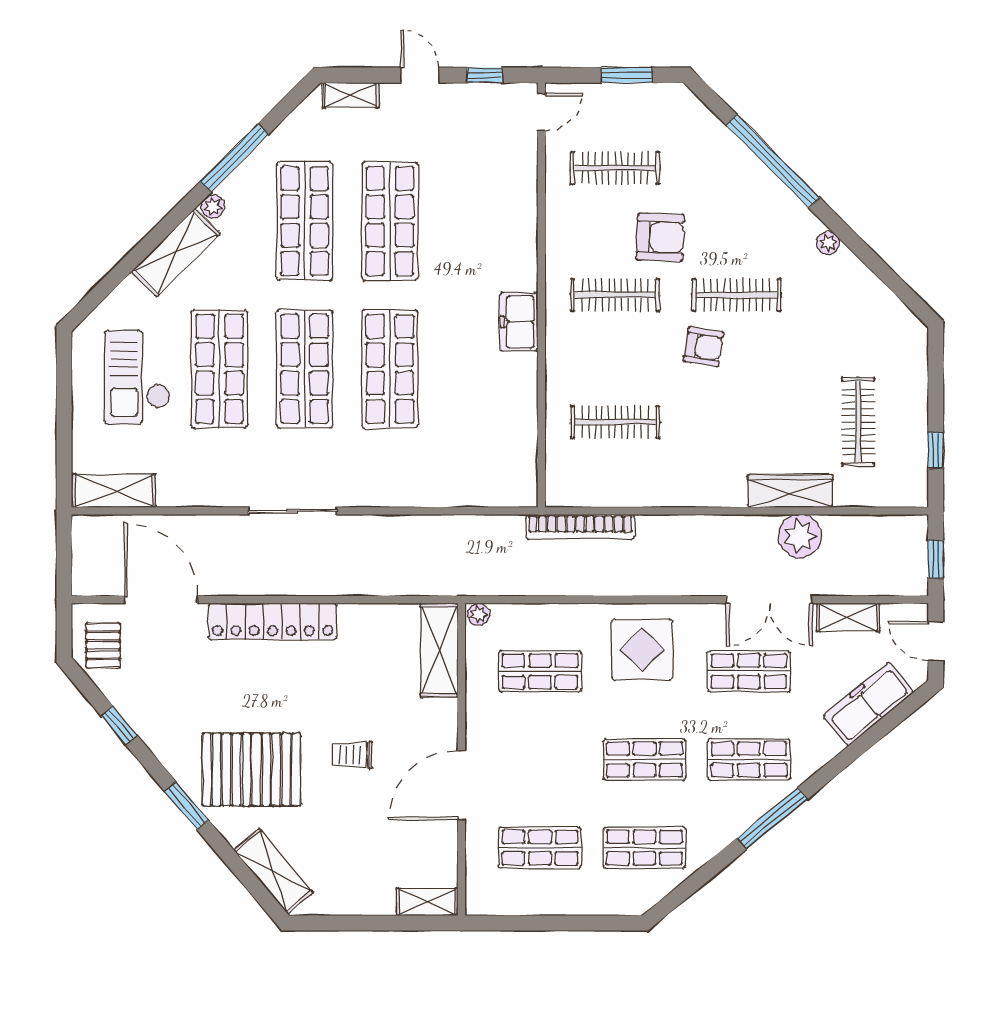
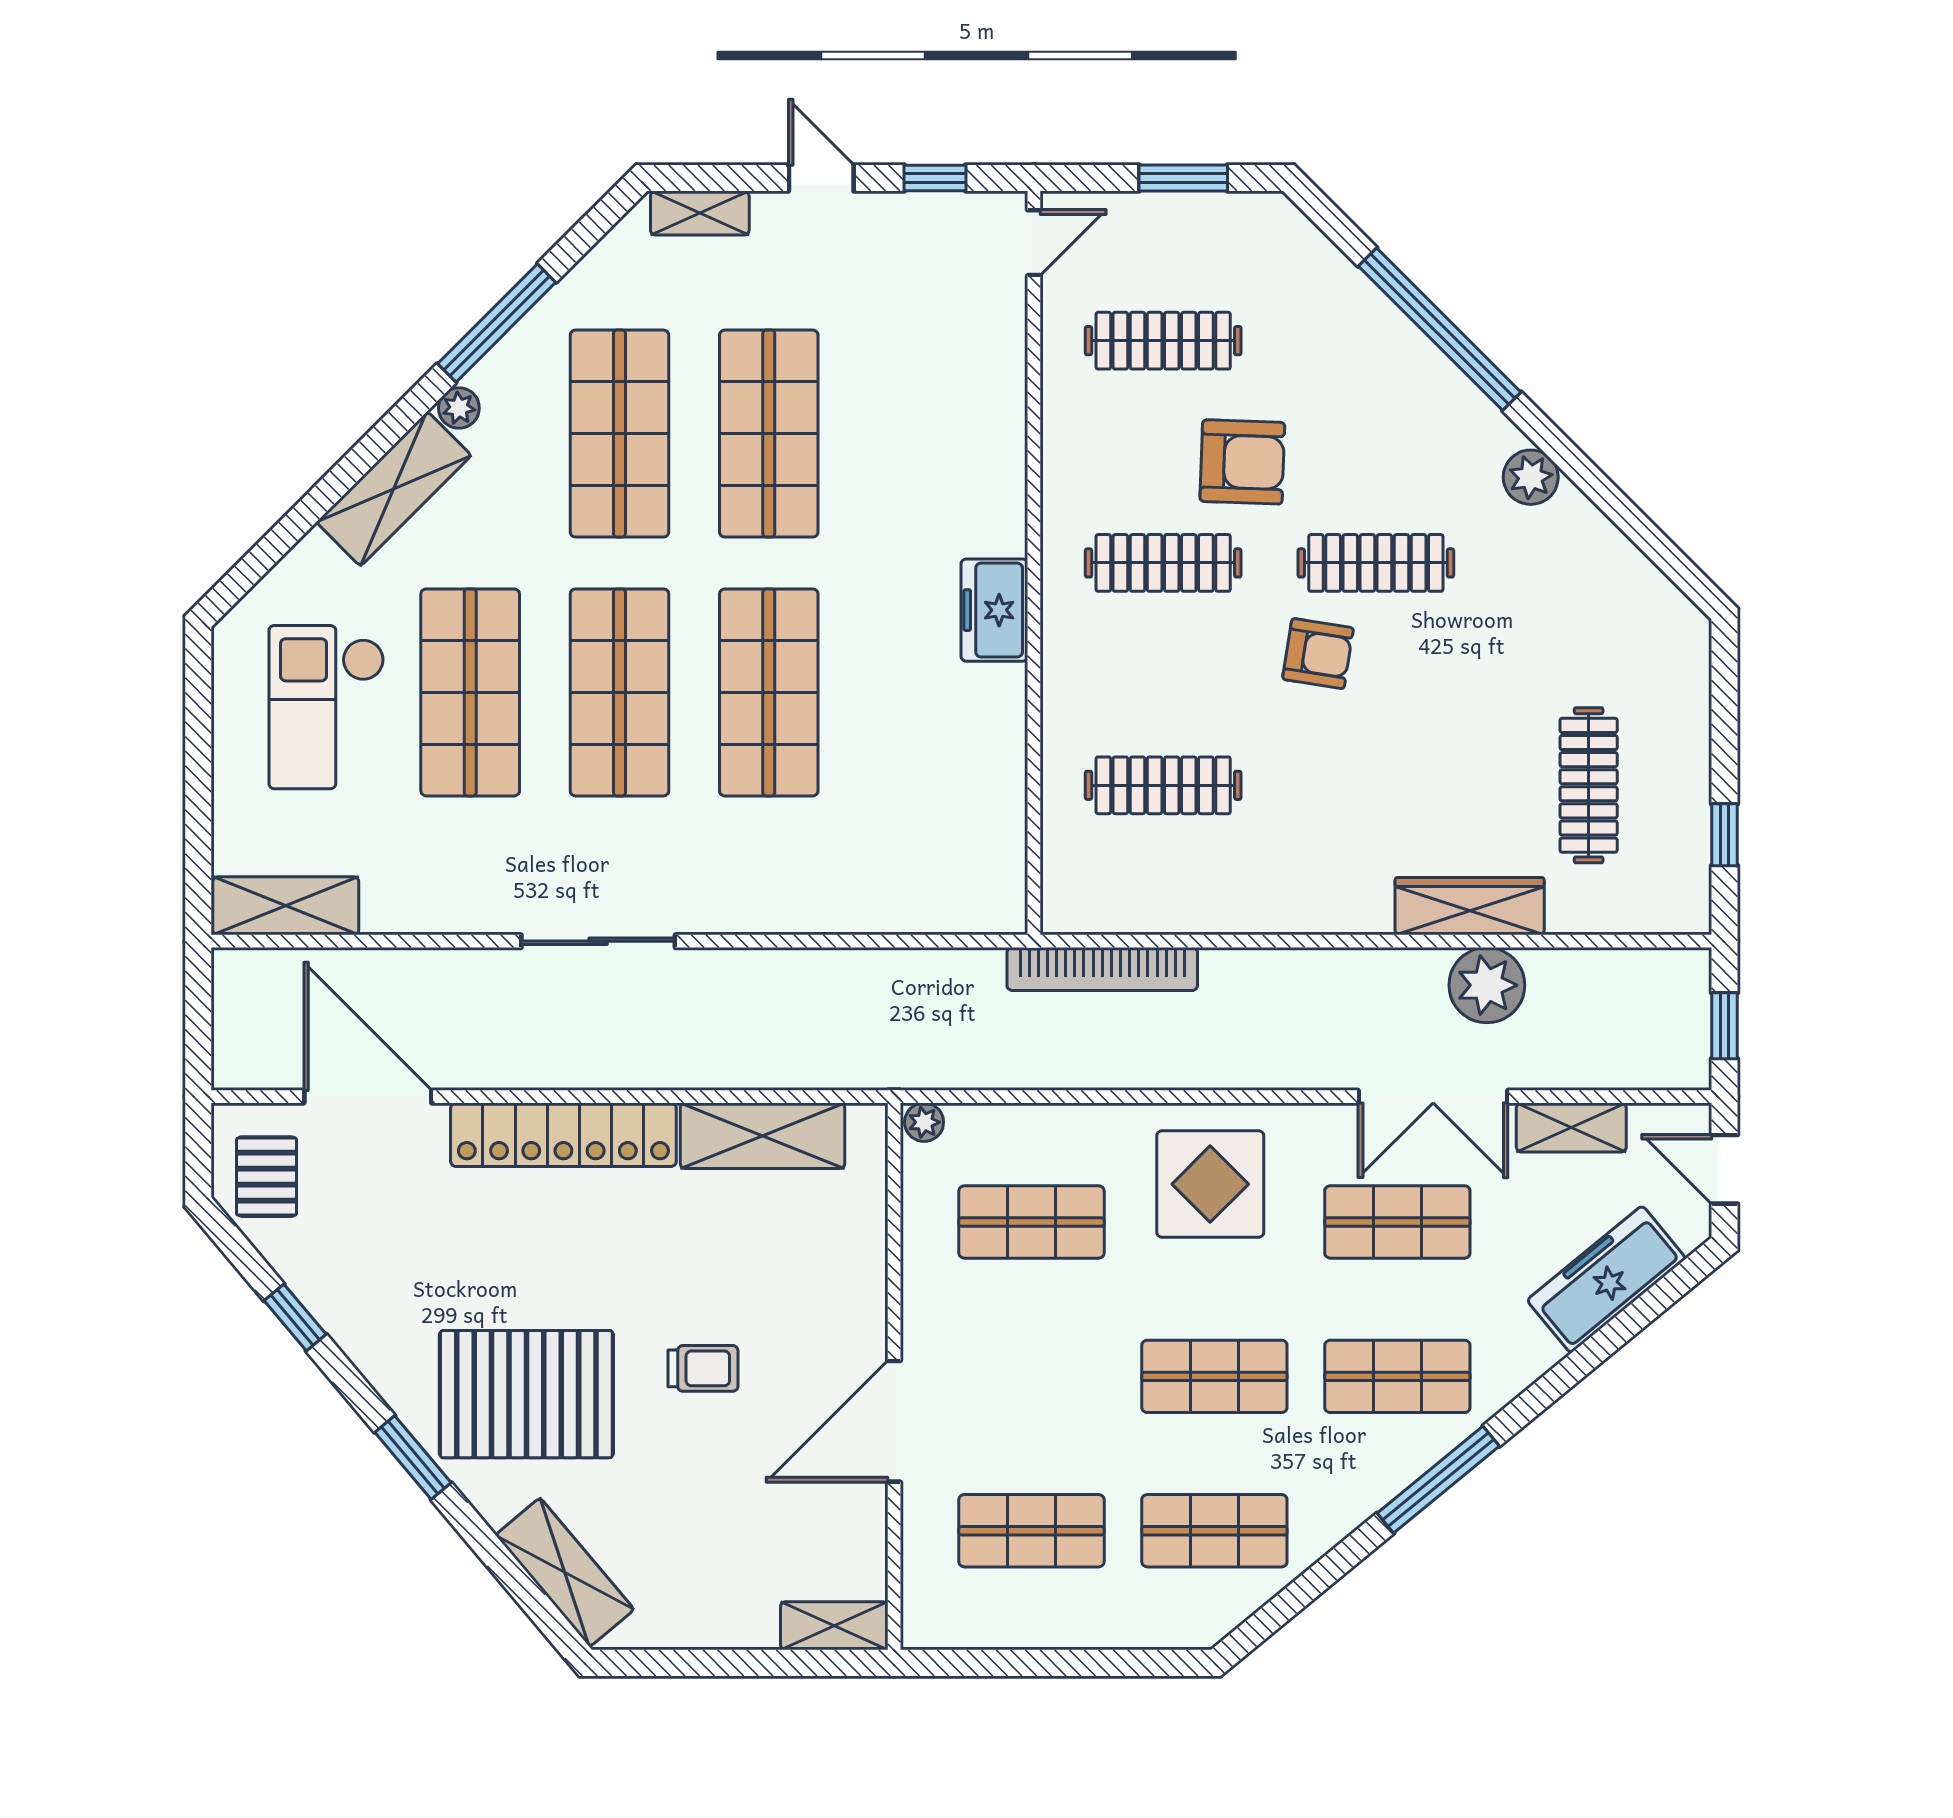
plant: (828, 243) -> (1531, 477), width x1.38, depth x1.38
shelving: (439, 650) -> (763, 1136), moved, turned 90
trolley: (352, 755) -> (703, 1368), turned 180

